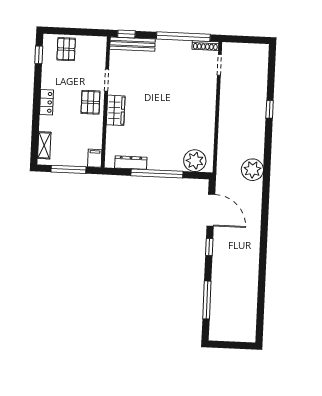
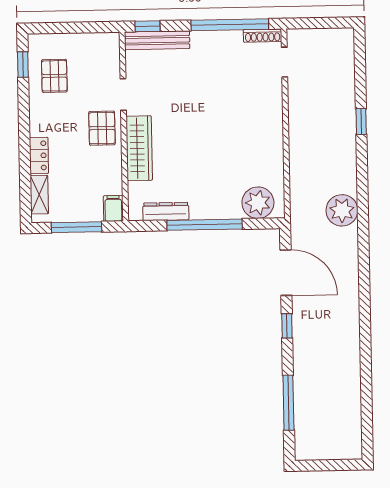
pallet: (66, 49) -> (54, 76), moved
locker: (46, 102) -> (39, 155), moved
wardrobe: (116, 110) -> (139, 148), width x1.50

